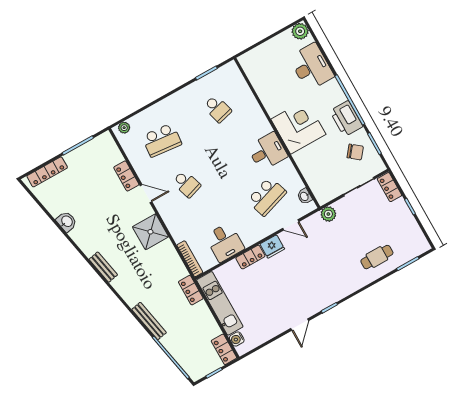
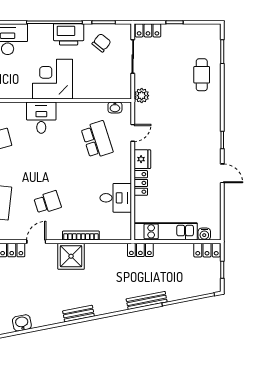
desk: (267, 152) -> (41, 118), moved
bookcase: (190, 259) -> (81, 236), moved

